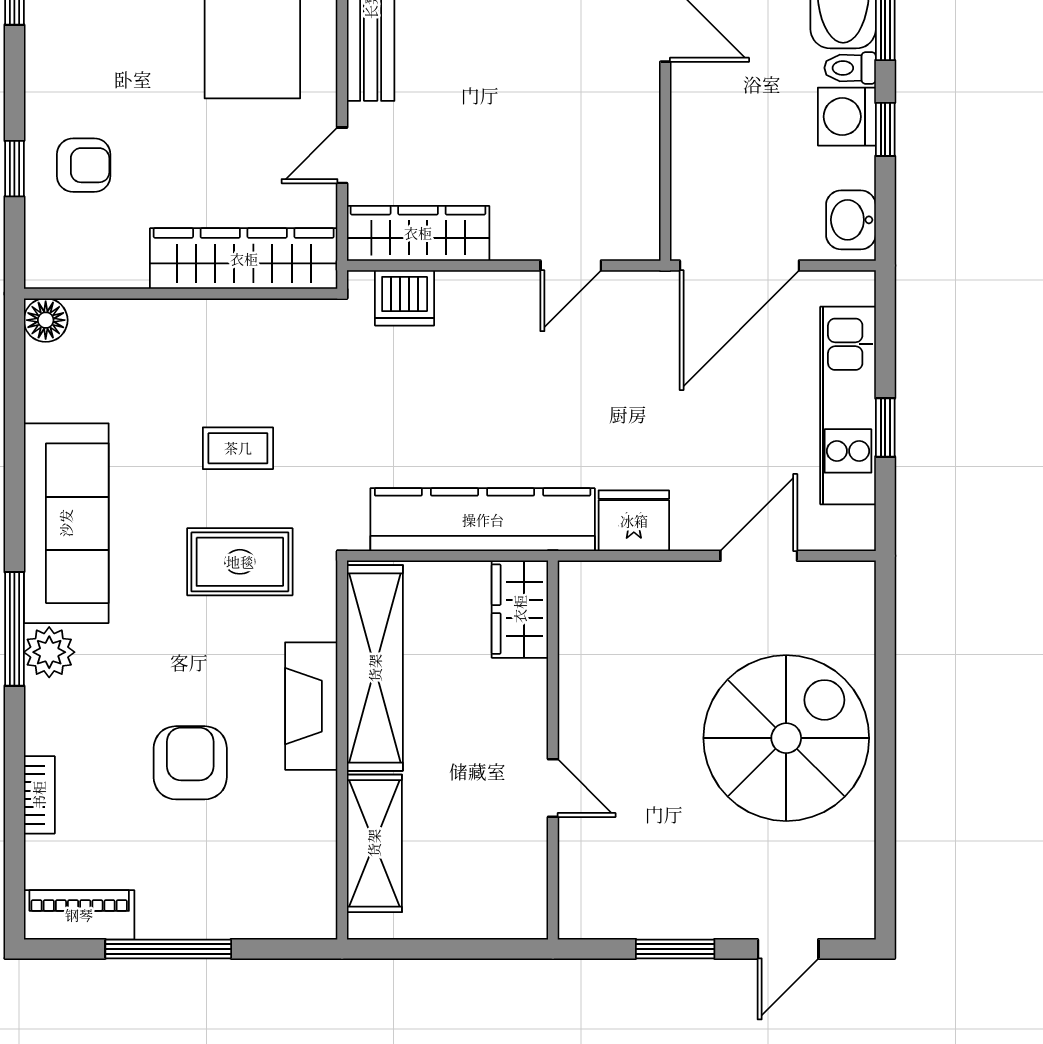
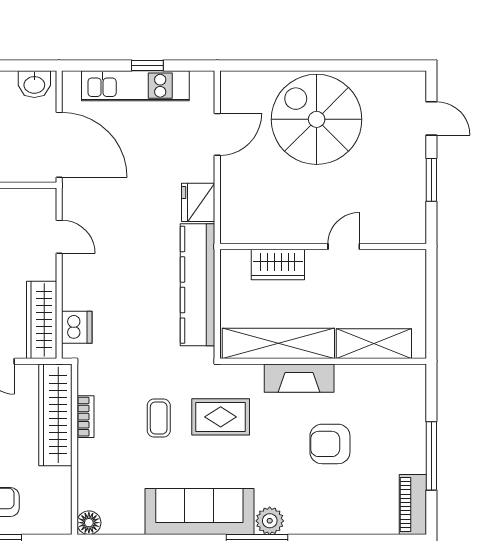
door: (759, 556) -> (217, 134), swing flipped
rug: (240, 562) -> (221, 417), turned 90
wardrobe: (520, 609) -> (278, 264), moved
bookcase: (39, 795) -> (85, 417), moved, turned 90

